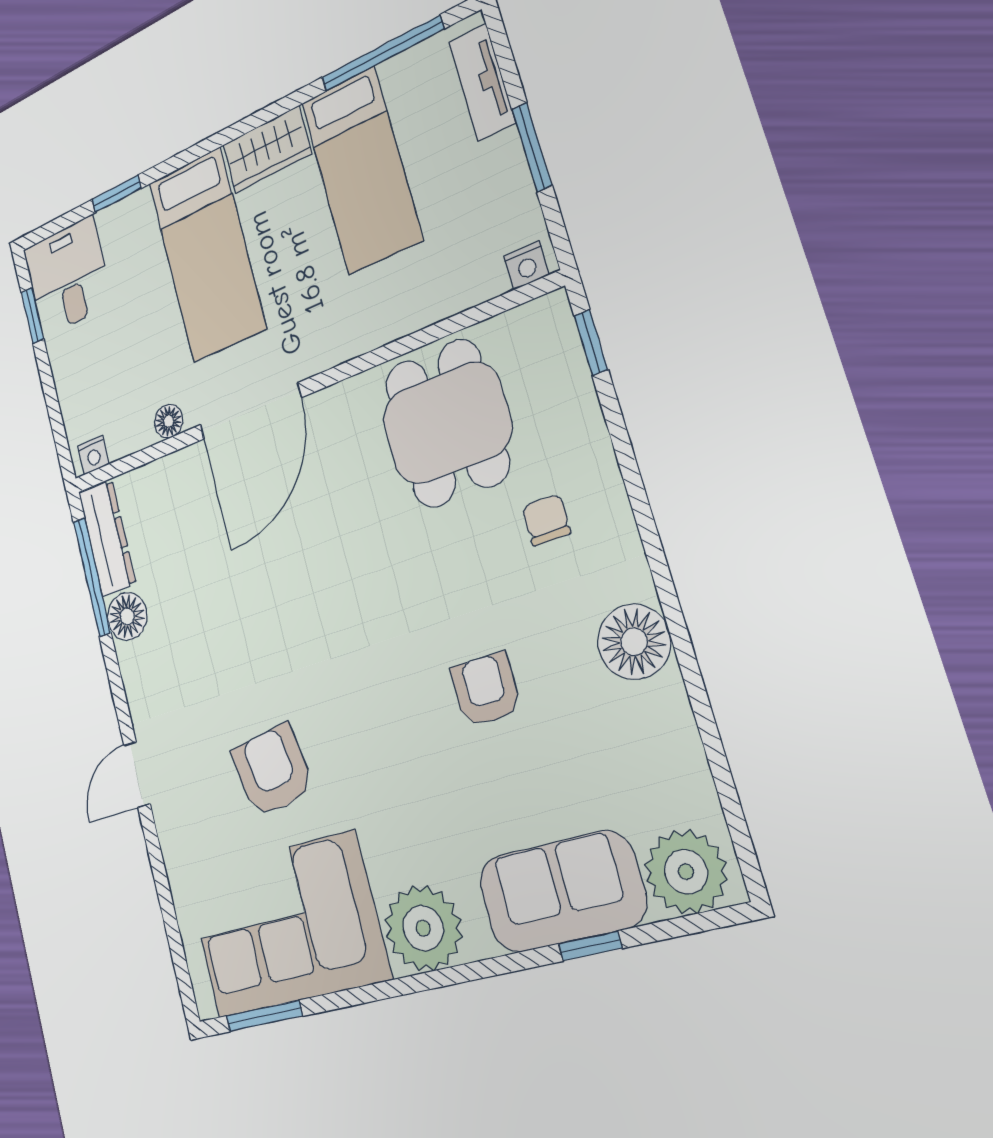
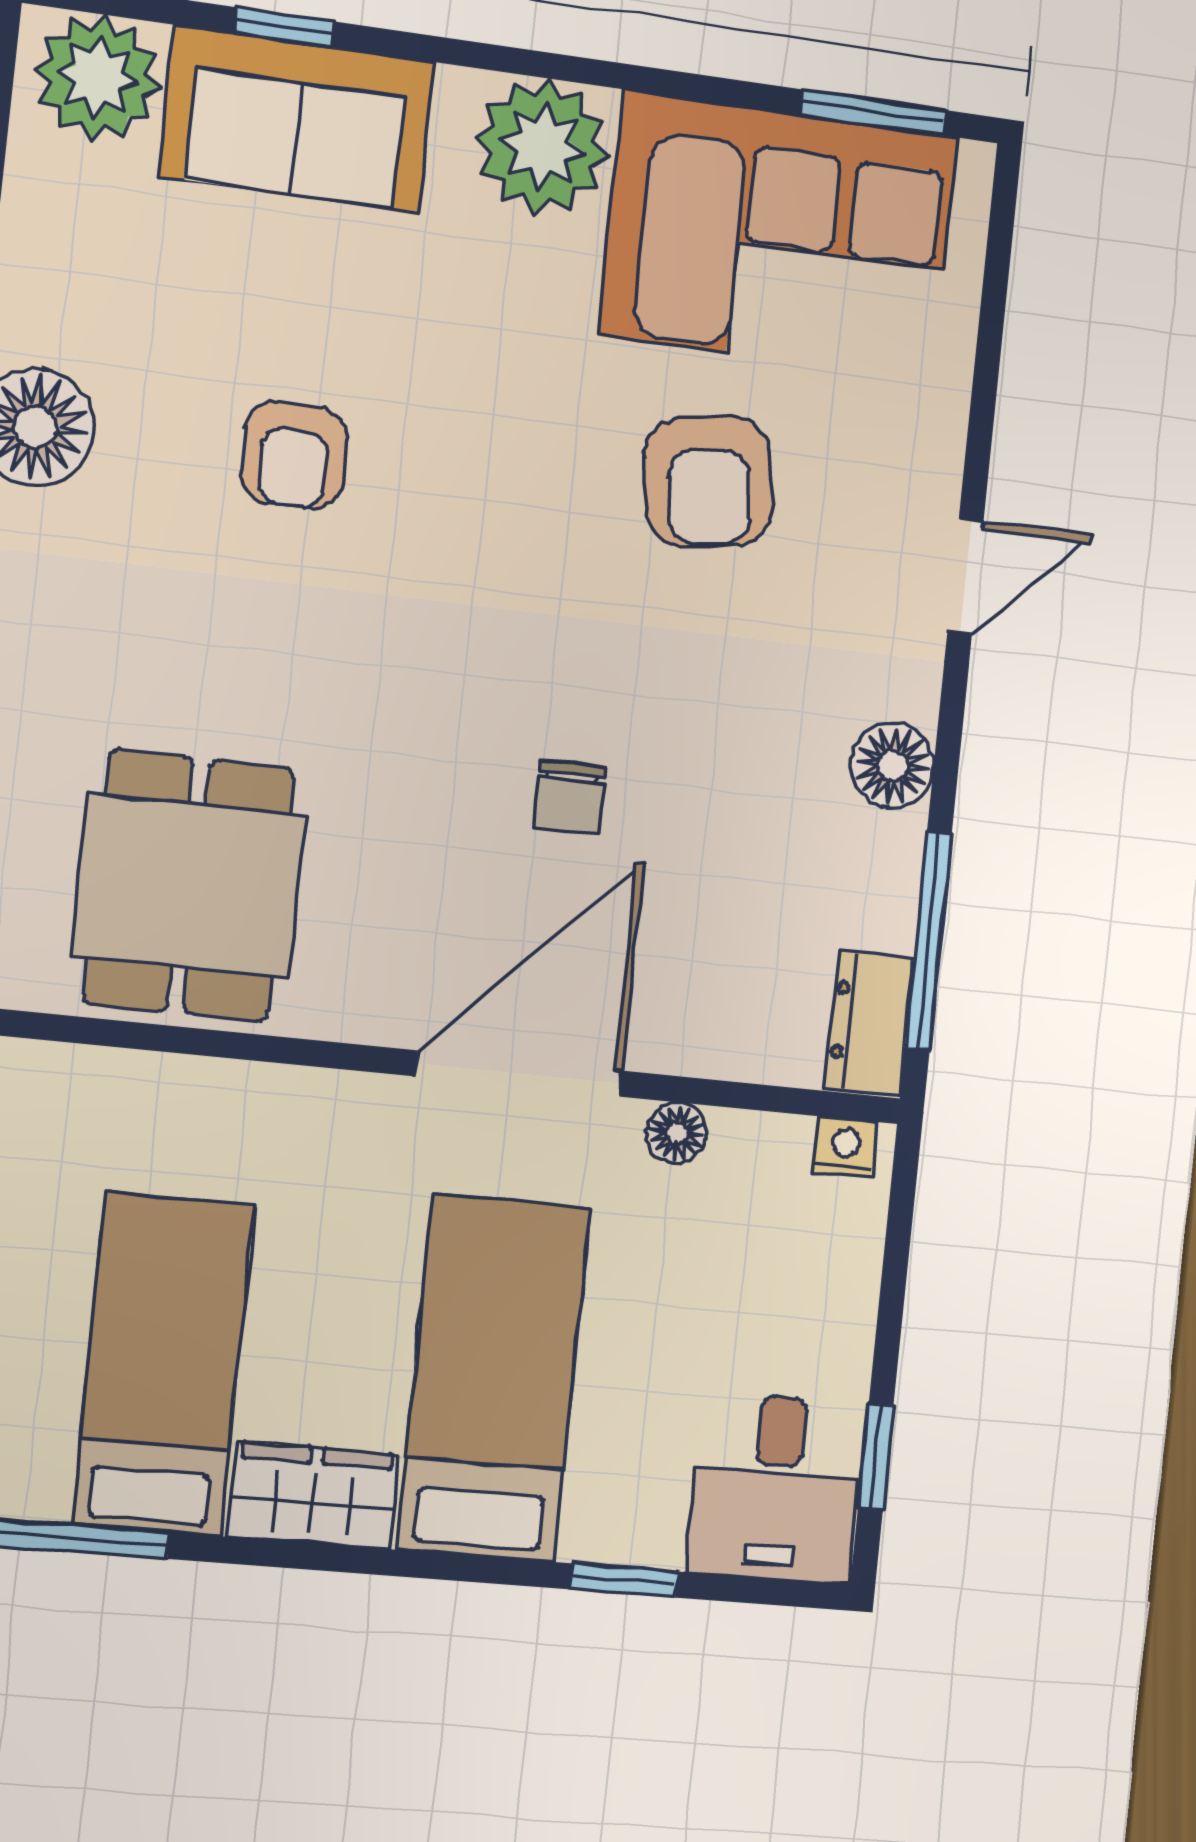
chair: (546, 520) -> (570, 797), moved
dresser: (107, 538) -> (870, 1023), width x0.70
floor lamp: (127, 616) -> (892, 766), moved

